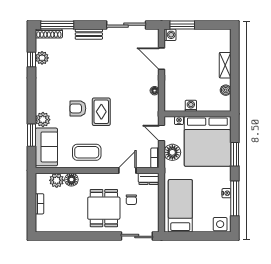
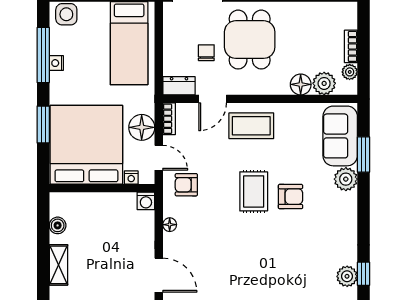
washing machine: (191, 106) -> (146, 201), moved
armchair: (144, 116) -> (186, 185), added
coffee table: (87, 152) -> (251, 126), moved
plant: (40, 188) -> (350, 72), added

